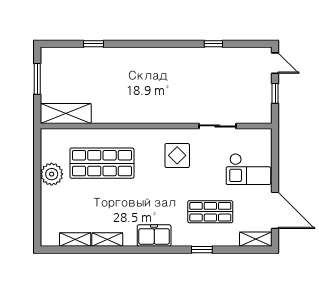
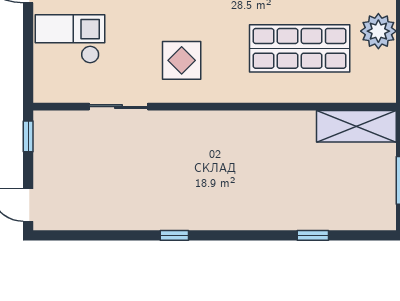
window: (213, 44) -> (174, 235), moved
window: (275, 93) -> (28, 136), moved

